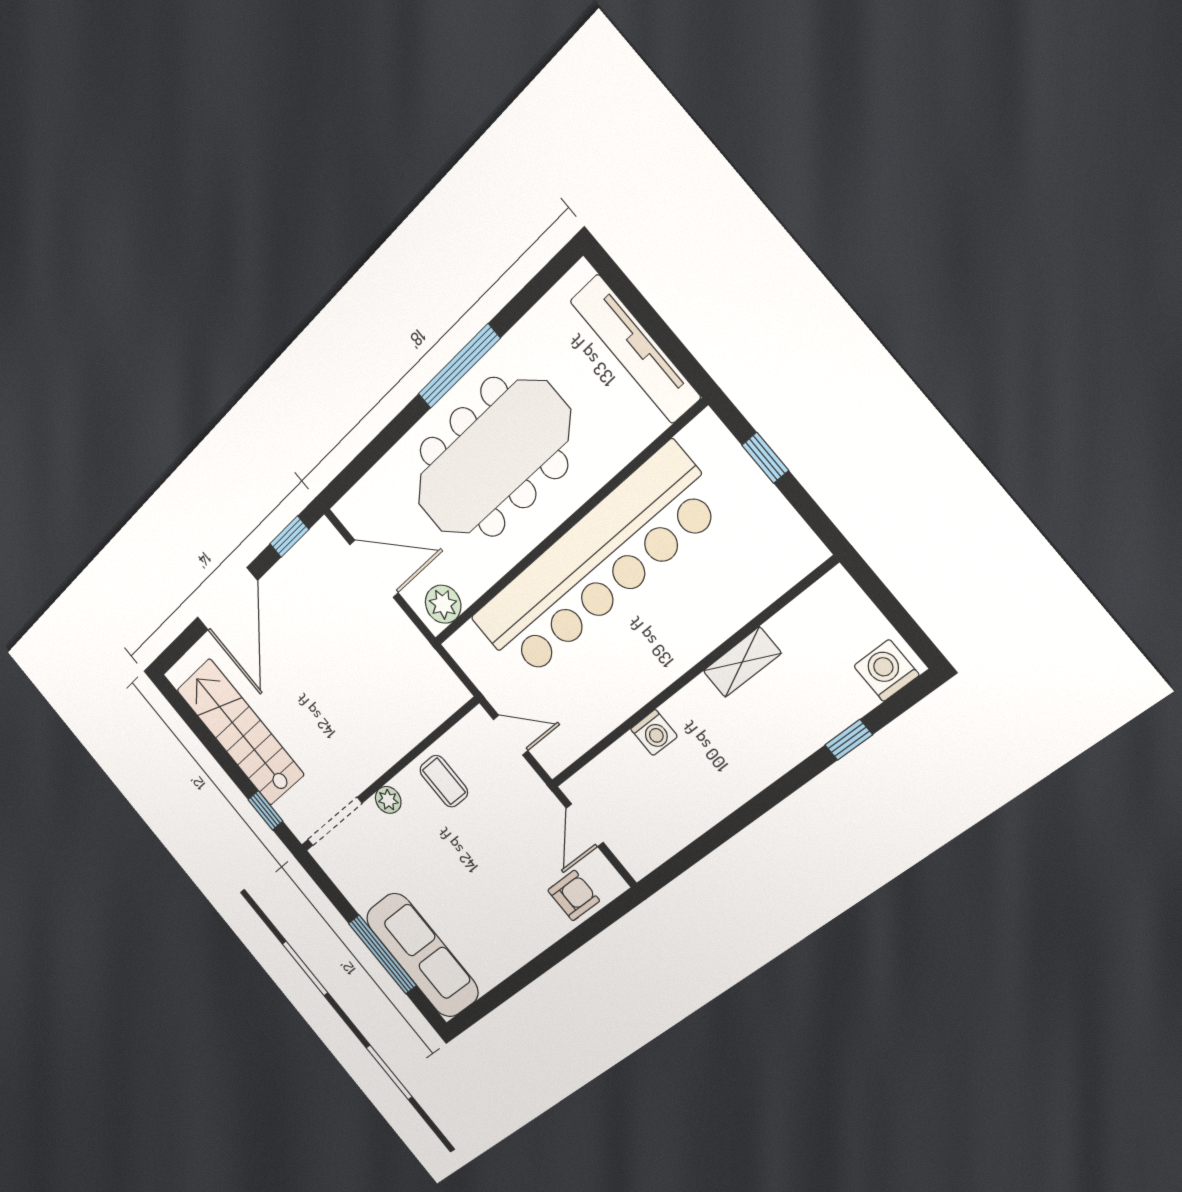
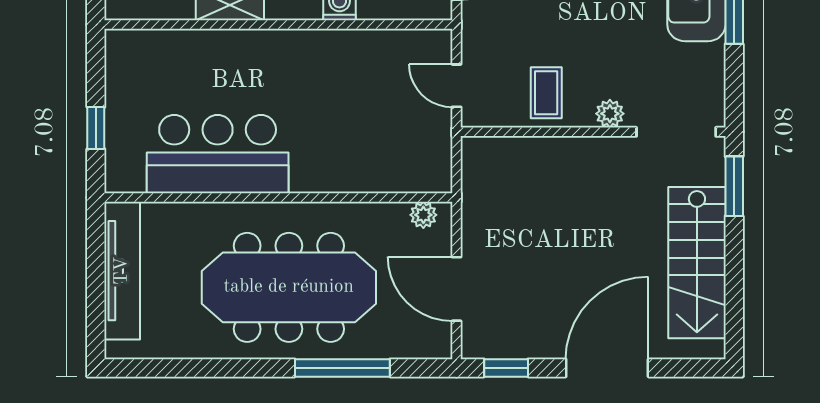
window: (459, 366) -> (342, 368), moved
bar counter: (596, 565) -> (218, 154), width x0.54
plant: (443, 604) -> (423, 215), width x0.73, depth x0.73
window: (266, 810) -> (734, 186), width x1.50

